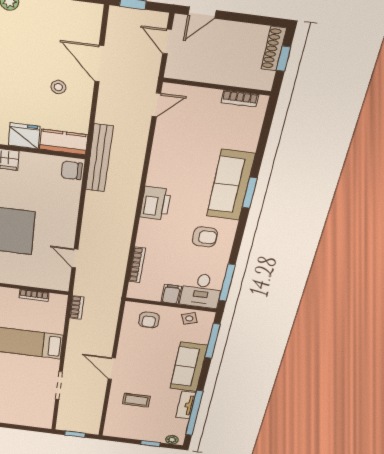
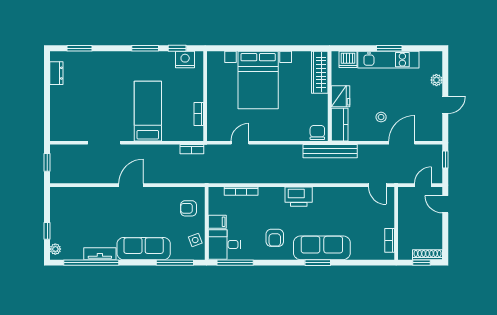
coffee table: (136, 400) -> (98, 211), removed

